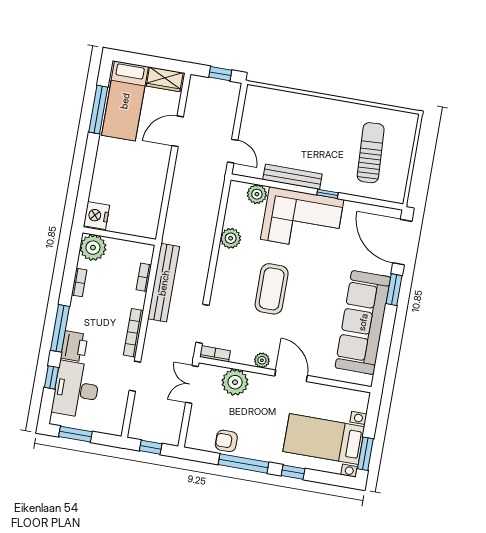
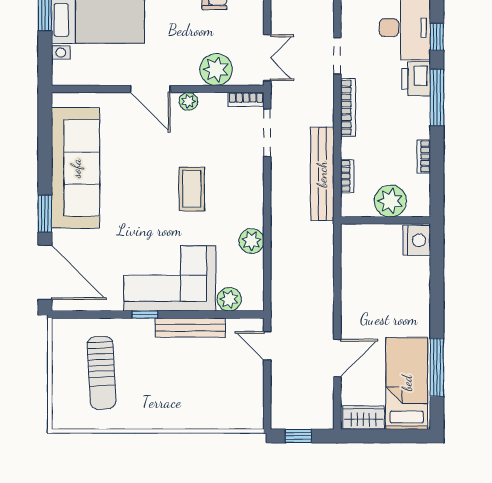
plant: (93, 248) -> (390, 201), moved
coffee table: (272, 289) -> (192, 189), width x0.73, depth x0.76

